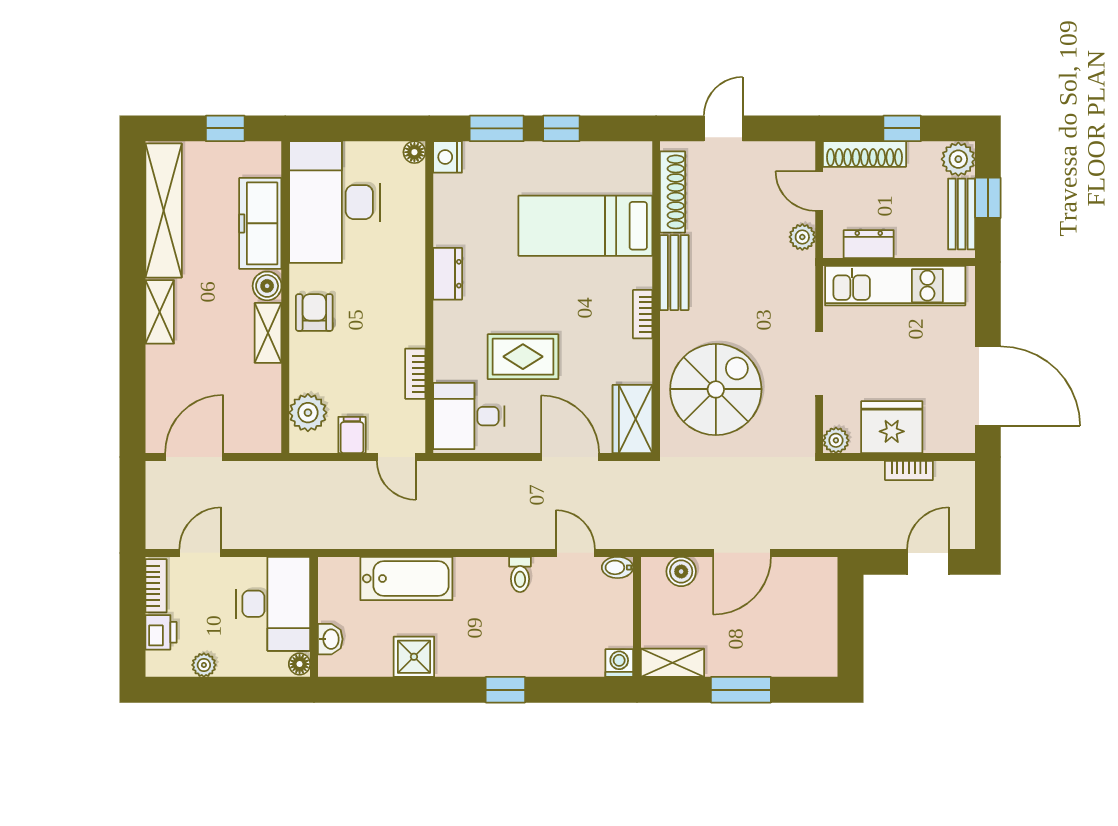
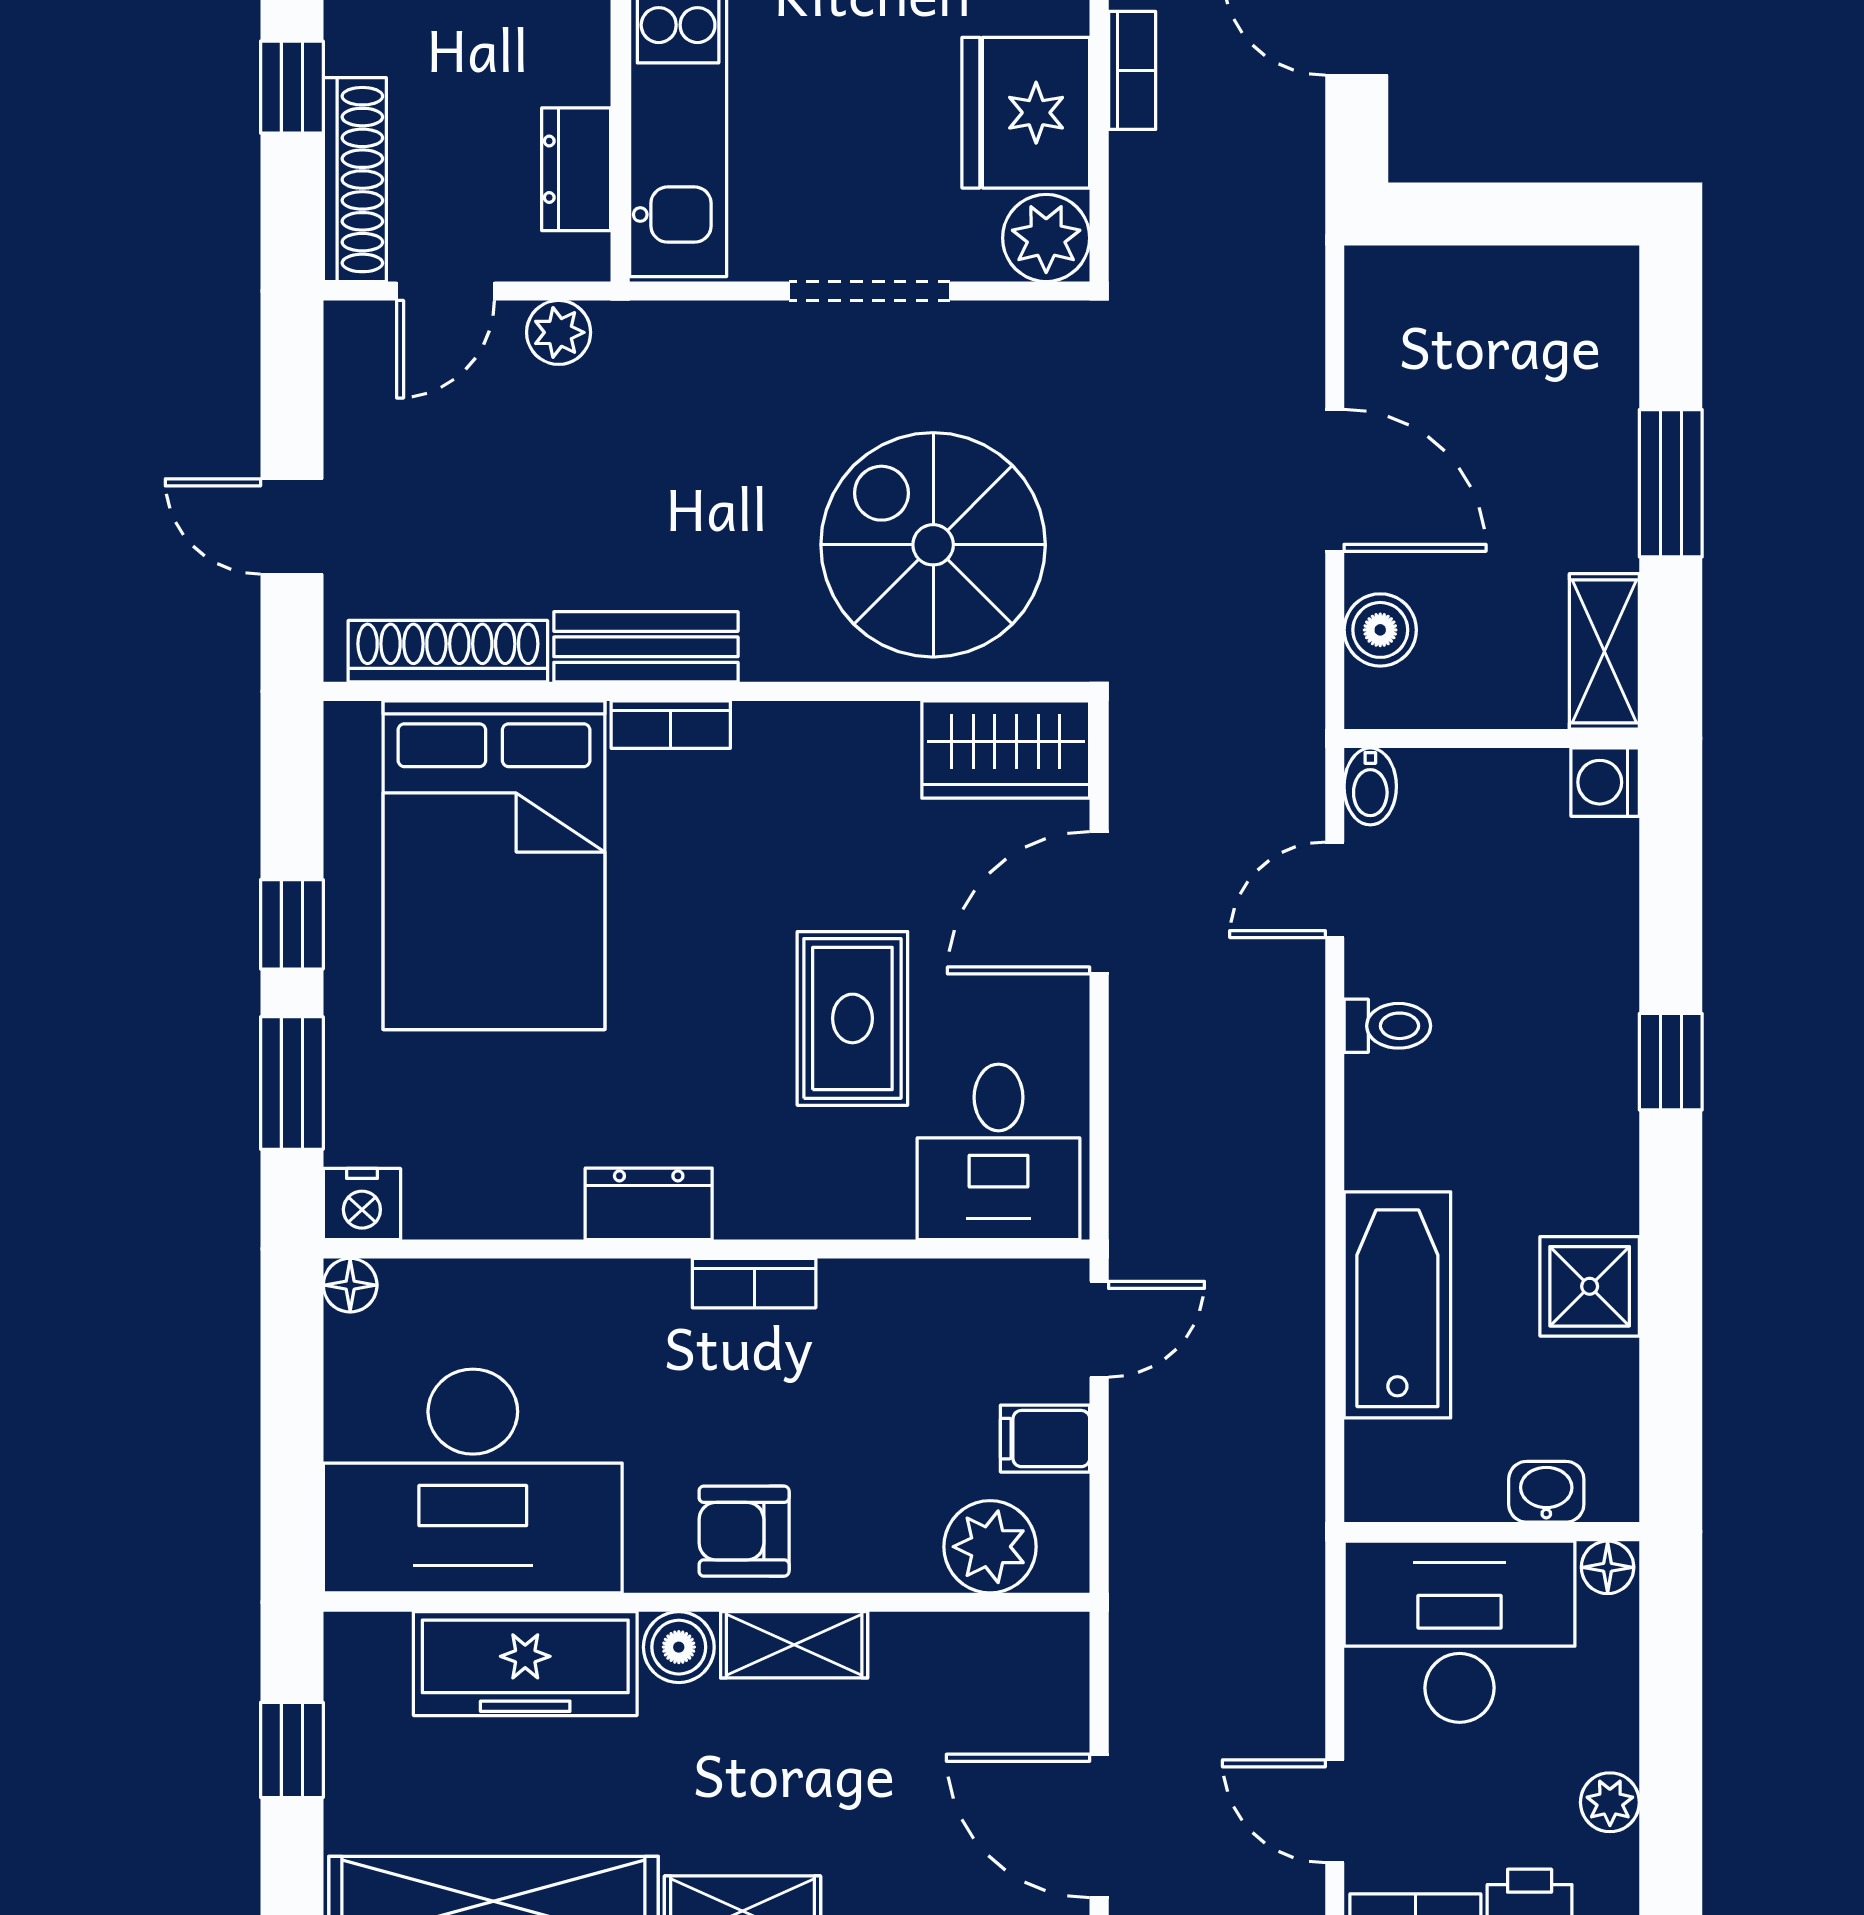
bed: (585, 226) -> (494, 865), width x1.50
bookcase: (643, 314) -> (671, 725), moved
bookcase: (415, 374) -> (754, 1283), moved
plant: (836, 440) -> (1046, 238), width x1.38, depth x1.38

